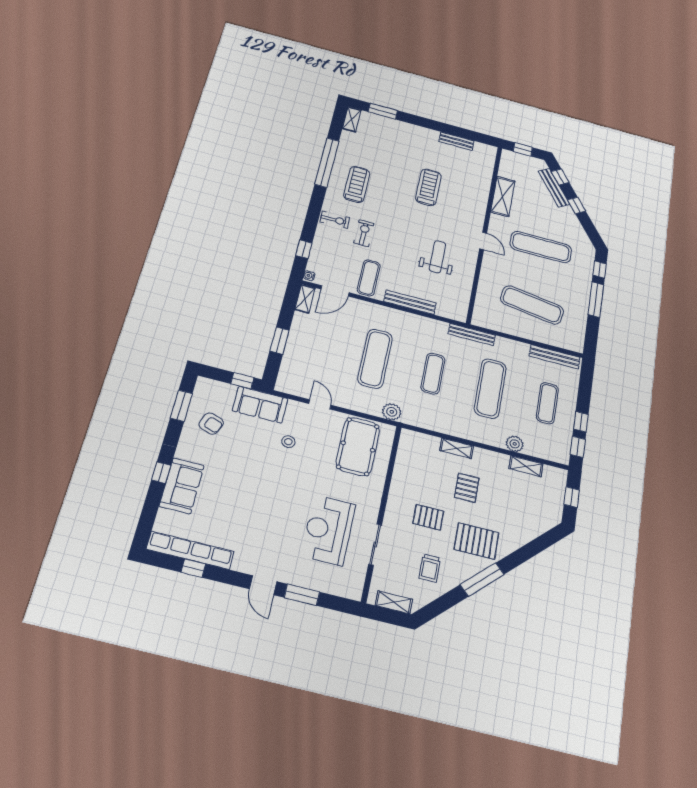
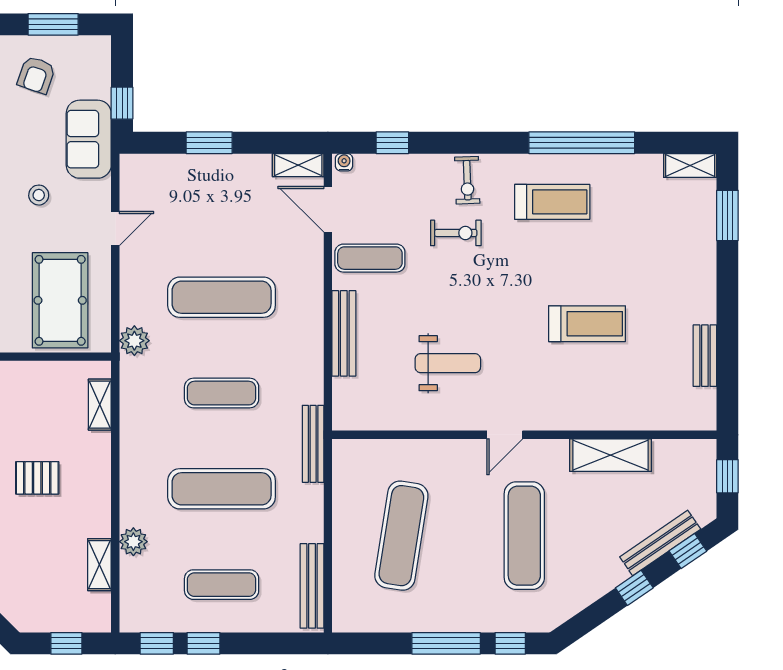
pool table: (358, 447) -> (60, 300), turned 90
shelving: (457, 448) -> (100, 405), moved

